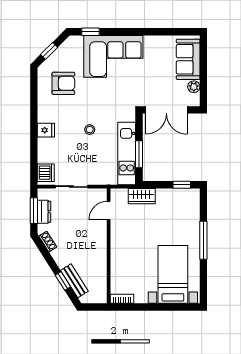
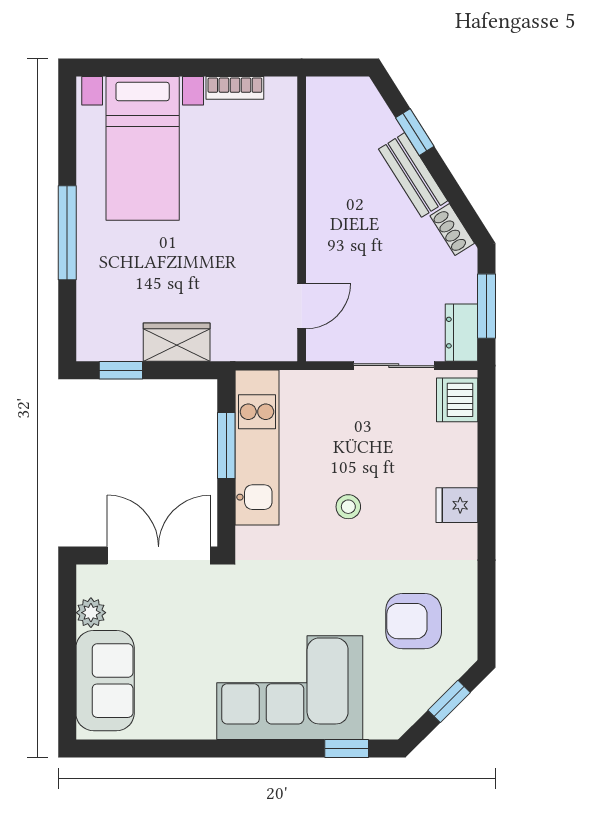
wardrobe: (142, 196) -> (177, 342), moved
dresser: (44, 212) -> (461, 333), moved
bench: (74, 281) -> (413, 175), moved
bookcase: (122, 299) -> (235, 88), moved

